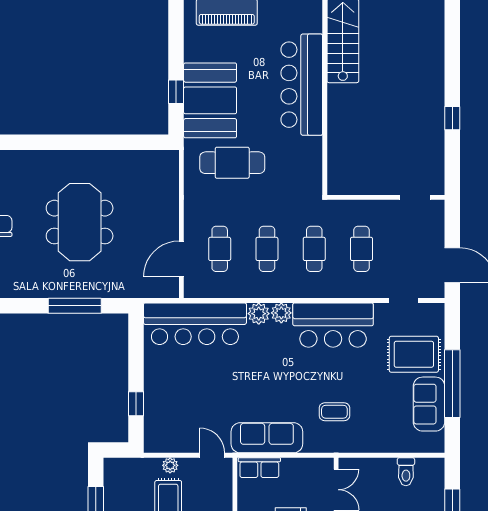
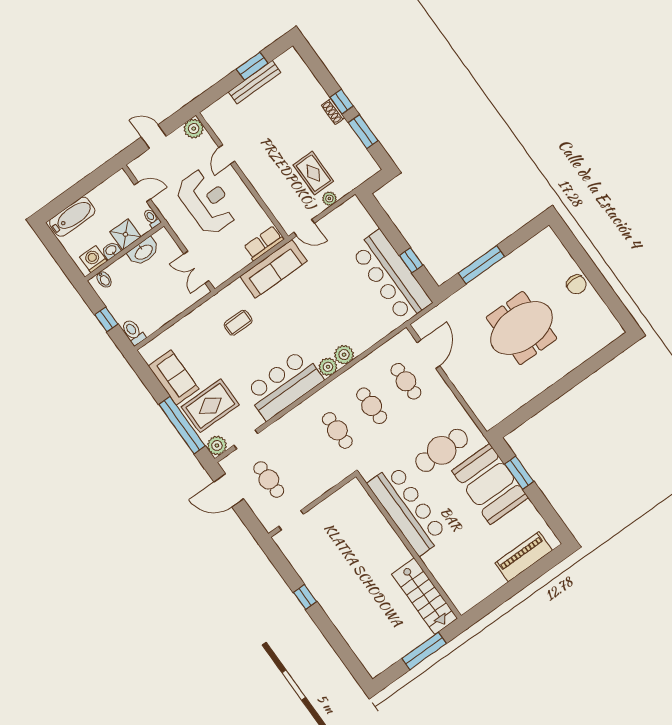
bar counter: (302, 85) -> (408, 509), moved
window: (176, 92) -> (519, 473), width x1.50
meeting table: (80, 222) -> (522, 328), turned 90
cafe table: (361, 249) -> (269, 480), moved
plant: (434, 314) -> (217, 446), added
bar counter: (195, 324) -> (391, 276), moved, turned -90
window: (452, 384) -> (182, 425), moved
window: (136, 404) -> (411, 260), moved
toilet: (406, 472) -> (133, 332), moved

